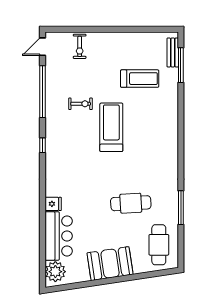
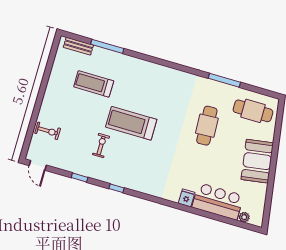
window: (181, 65) -> (107, 46), moved
treadmill: (140, 79) -> (94, 84), turned -90
window: (43, 92) -> (80, 177), width x0.32
window: (43, 145) -> (117, 188), moved
plant: (55, 272) -> (244, 217), width x0.53, depth x0.53

